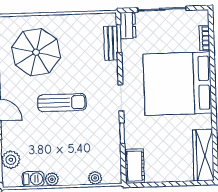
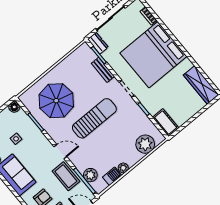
bench: (111, 43) -> (103, 70), moved
sun lounger: (62, 103) -> (94, 118), width x1.36, depth x1.34
plant: (95, 178) -> (145, 144), width x1.88, depth x1.88

